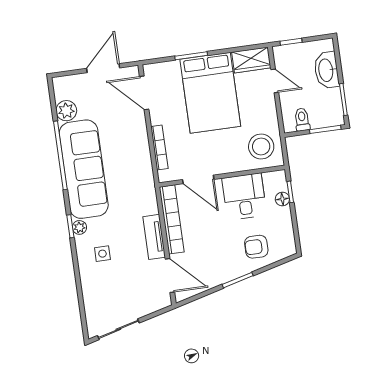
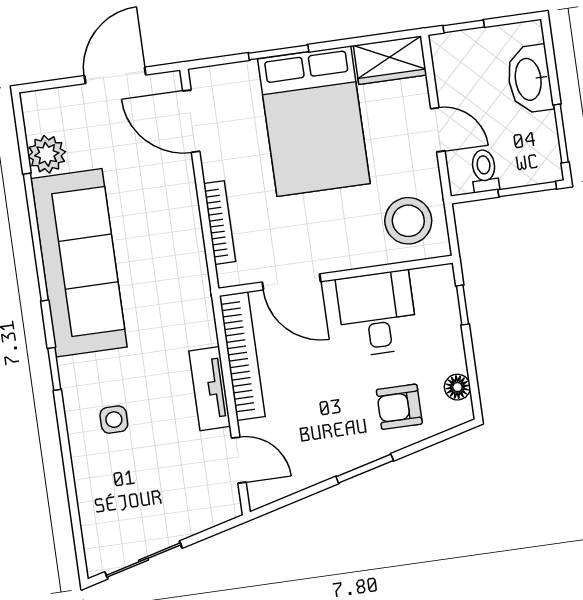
door: (275, 81) -> (438, 130), moved
floor lamp: (282, 199) -> (457, 387), moved
plant: (79, 227) -> (71, 371), removed
door: (170, 275) -> (239, 460), width x0.73

